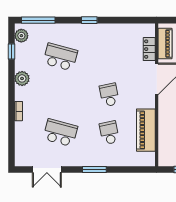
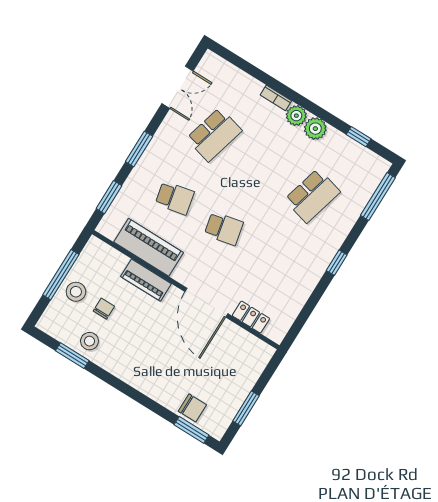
plant: (21, 36) -> (296, 116), moved
piano: (165, 44) -> (146, 280), moved
double door: (47, 169) -> (177, 87), swing flipped
window: (132, 169) -> (109, 197), added

